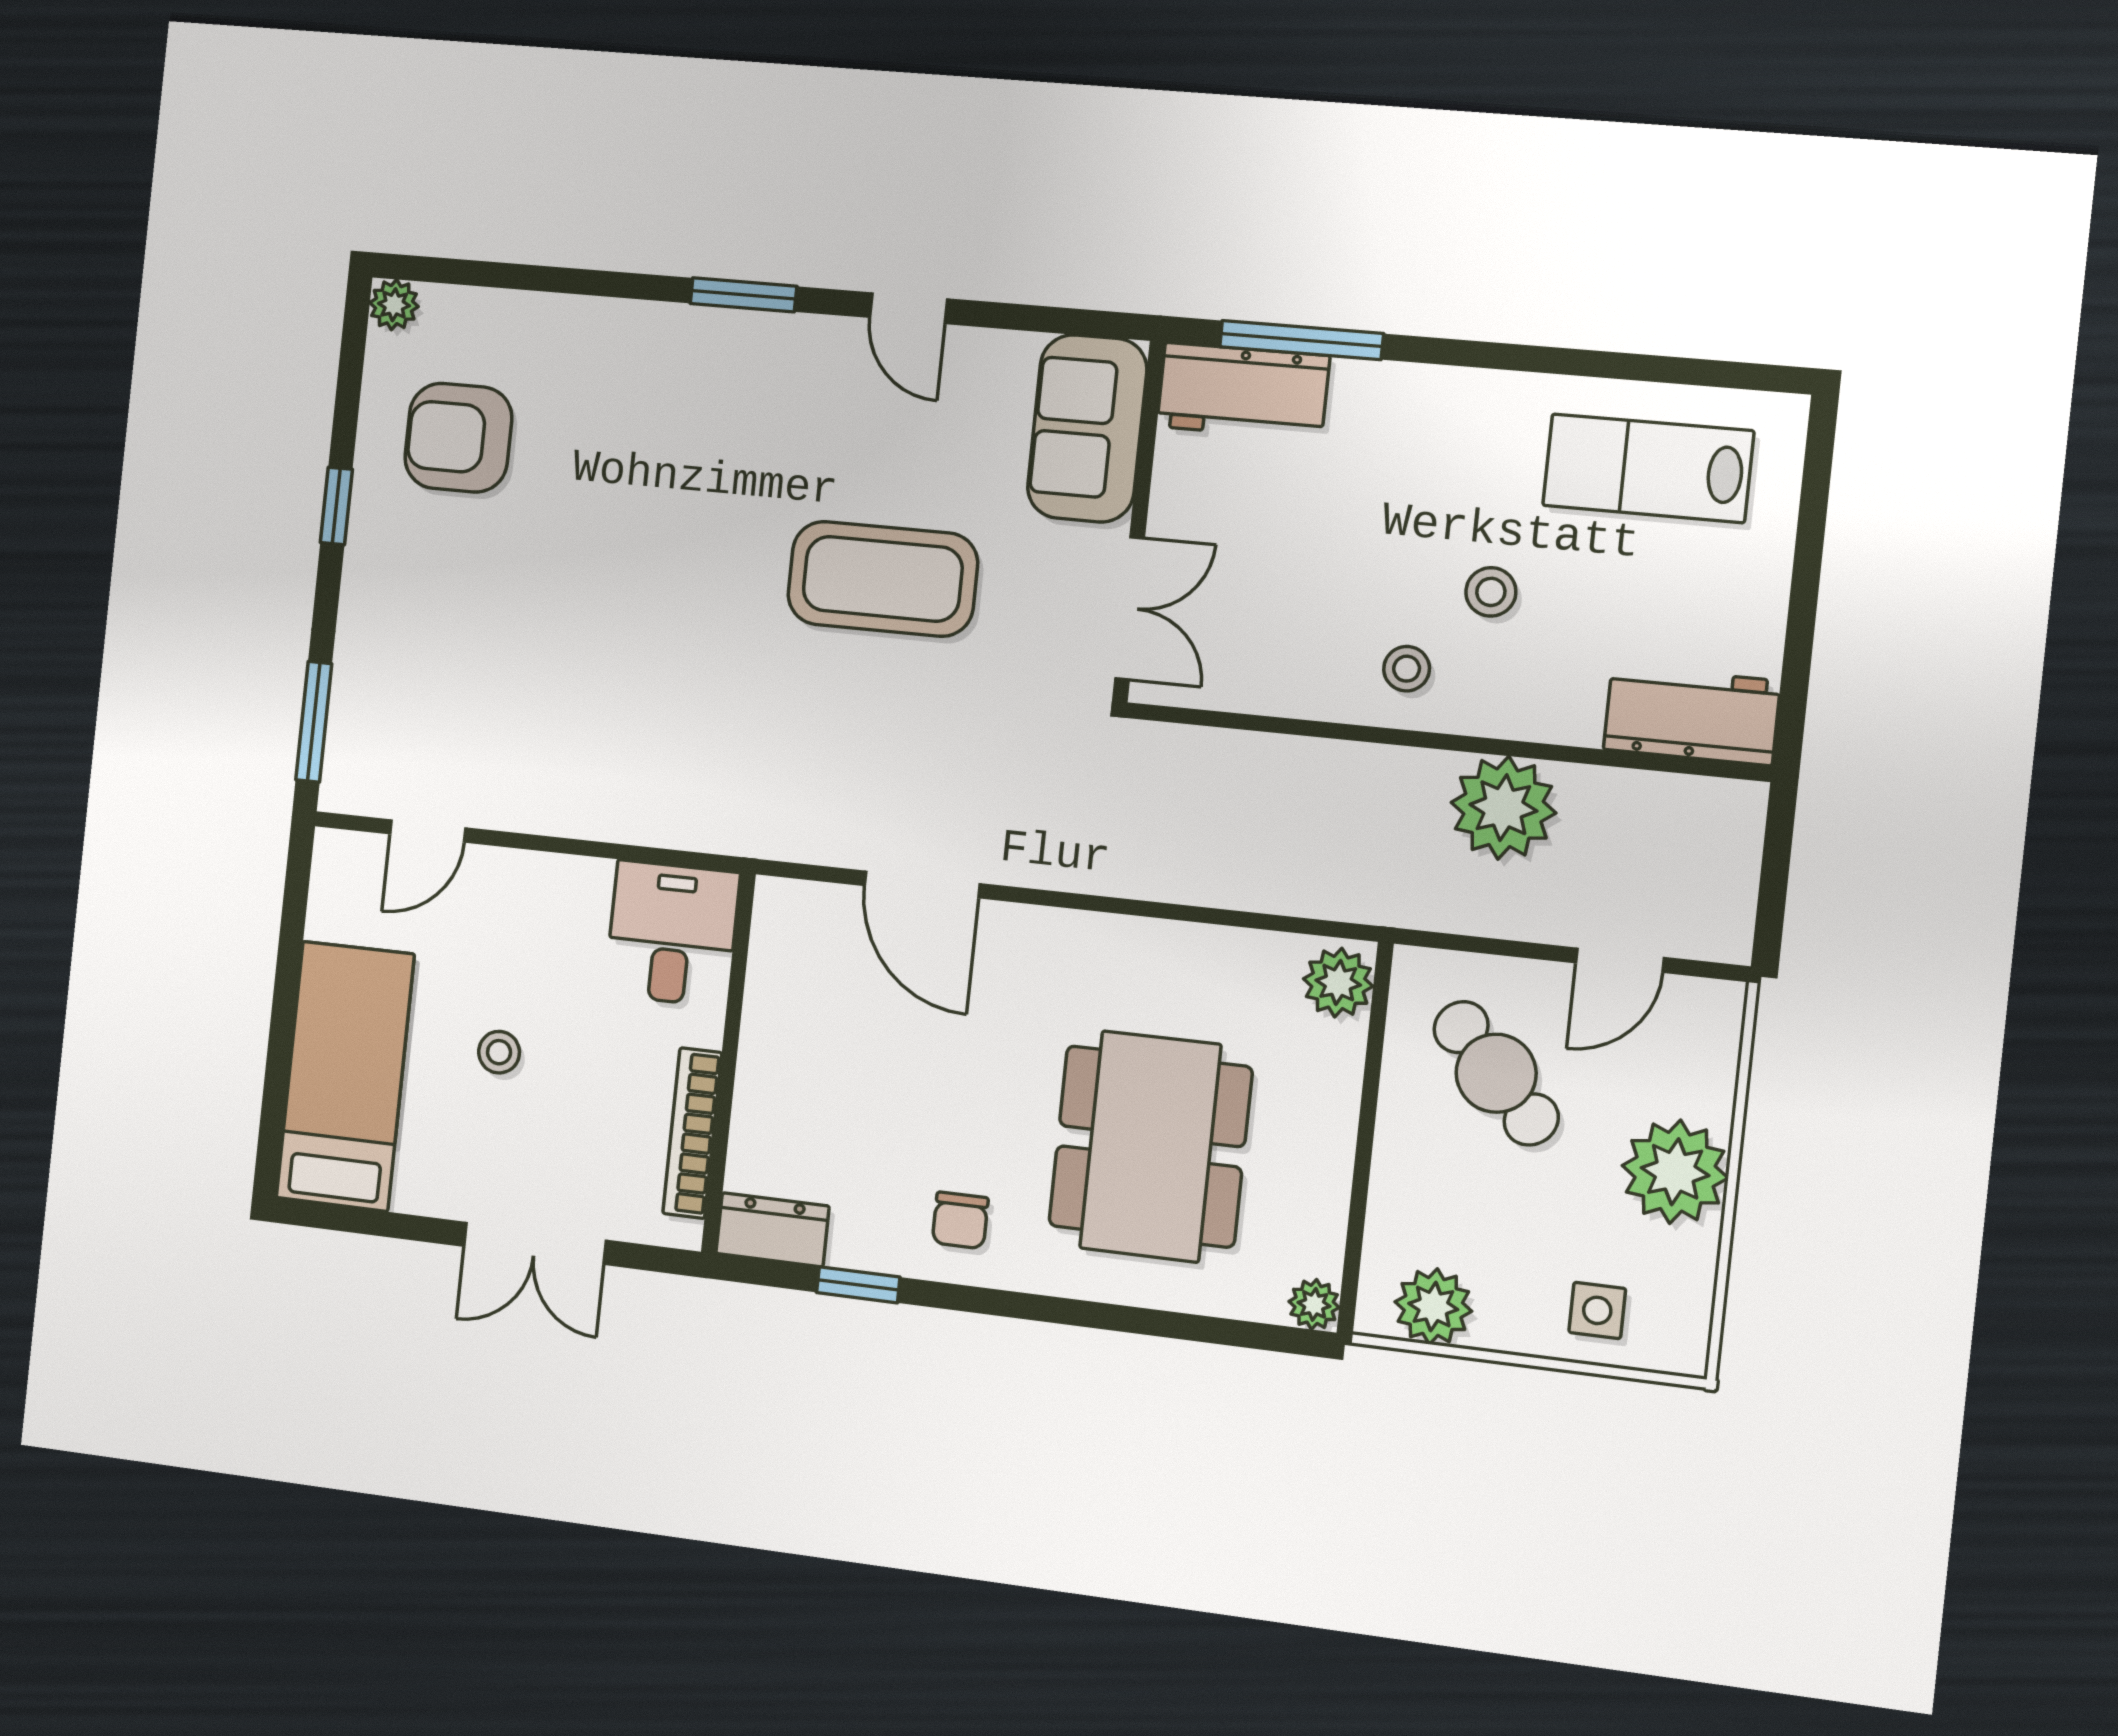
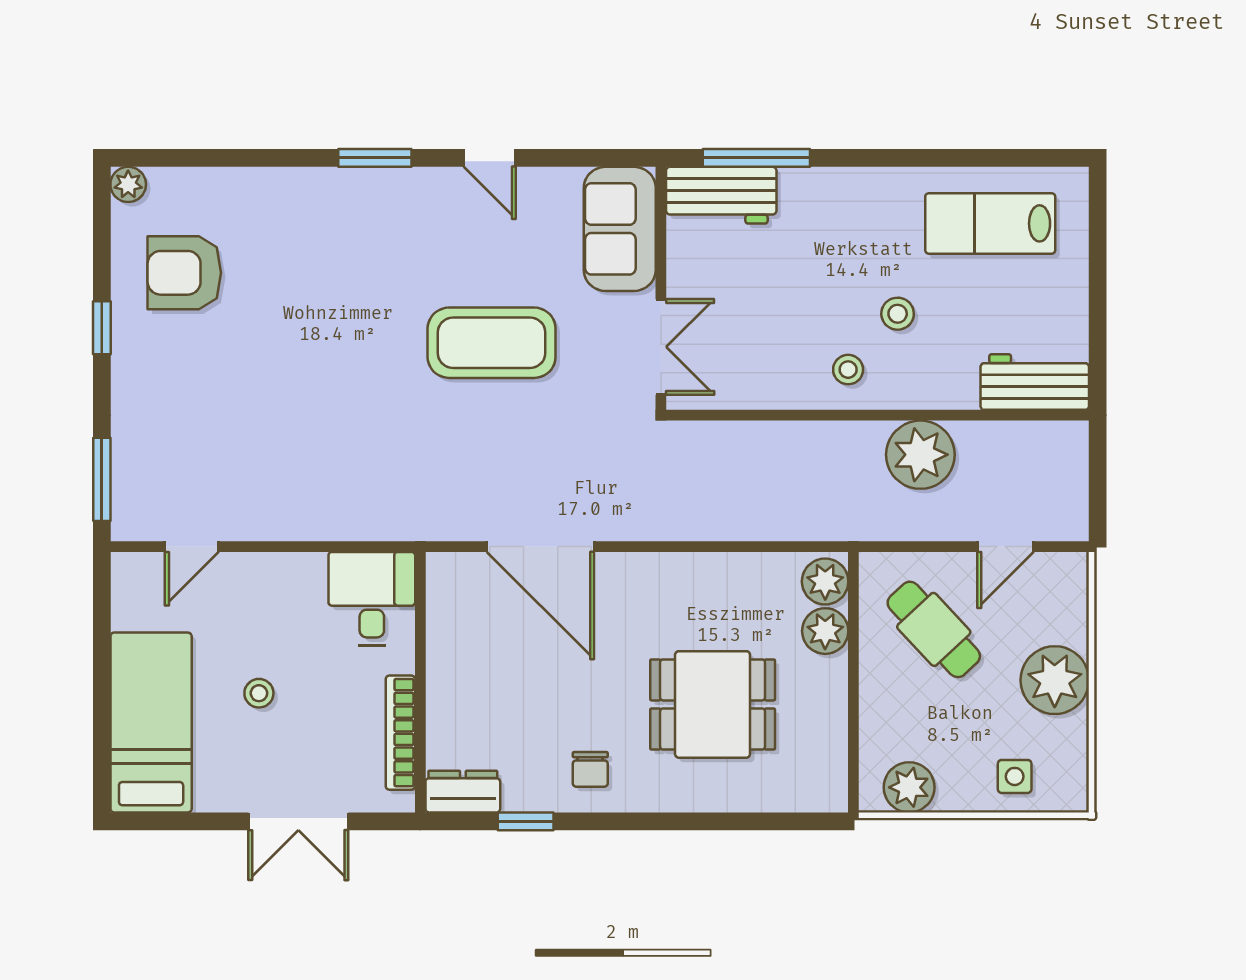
door: (922, 885) -> (540, 547), width x1.36
dining table: (1150, 1146) -> (713, 704), width x0.73
plant: (1314, 1304) -> (825, 631), moved, width x1.38, depth x1.38

